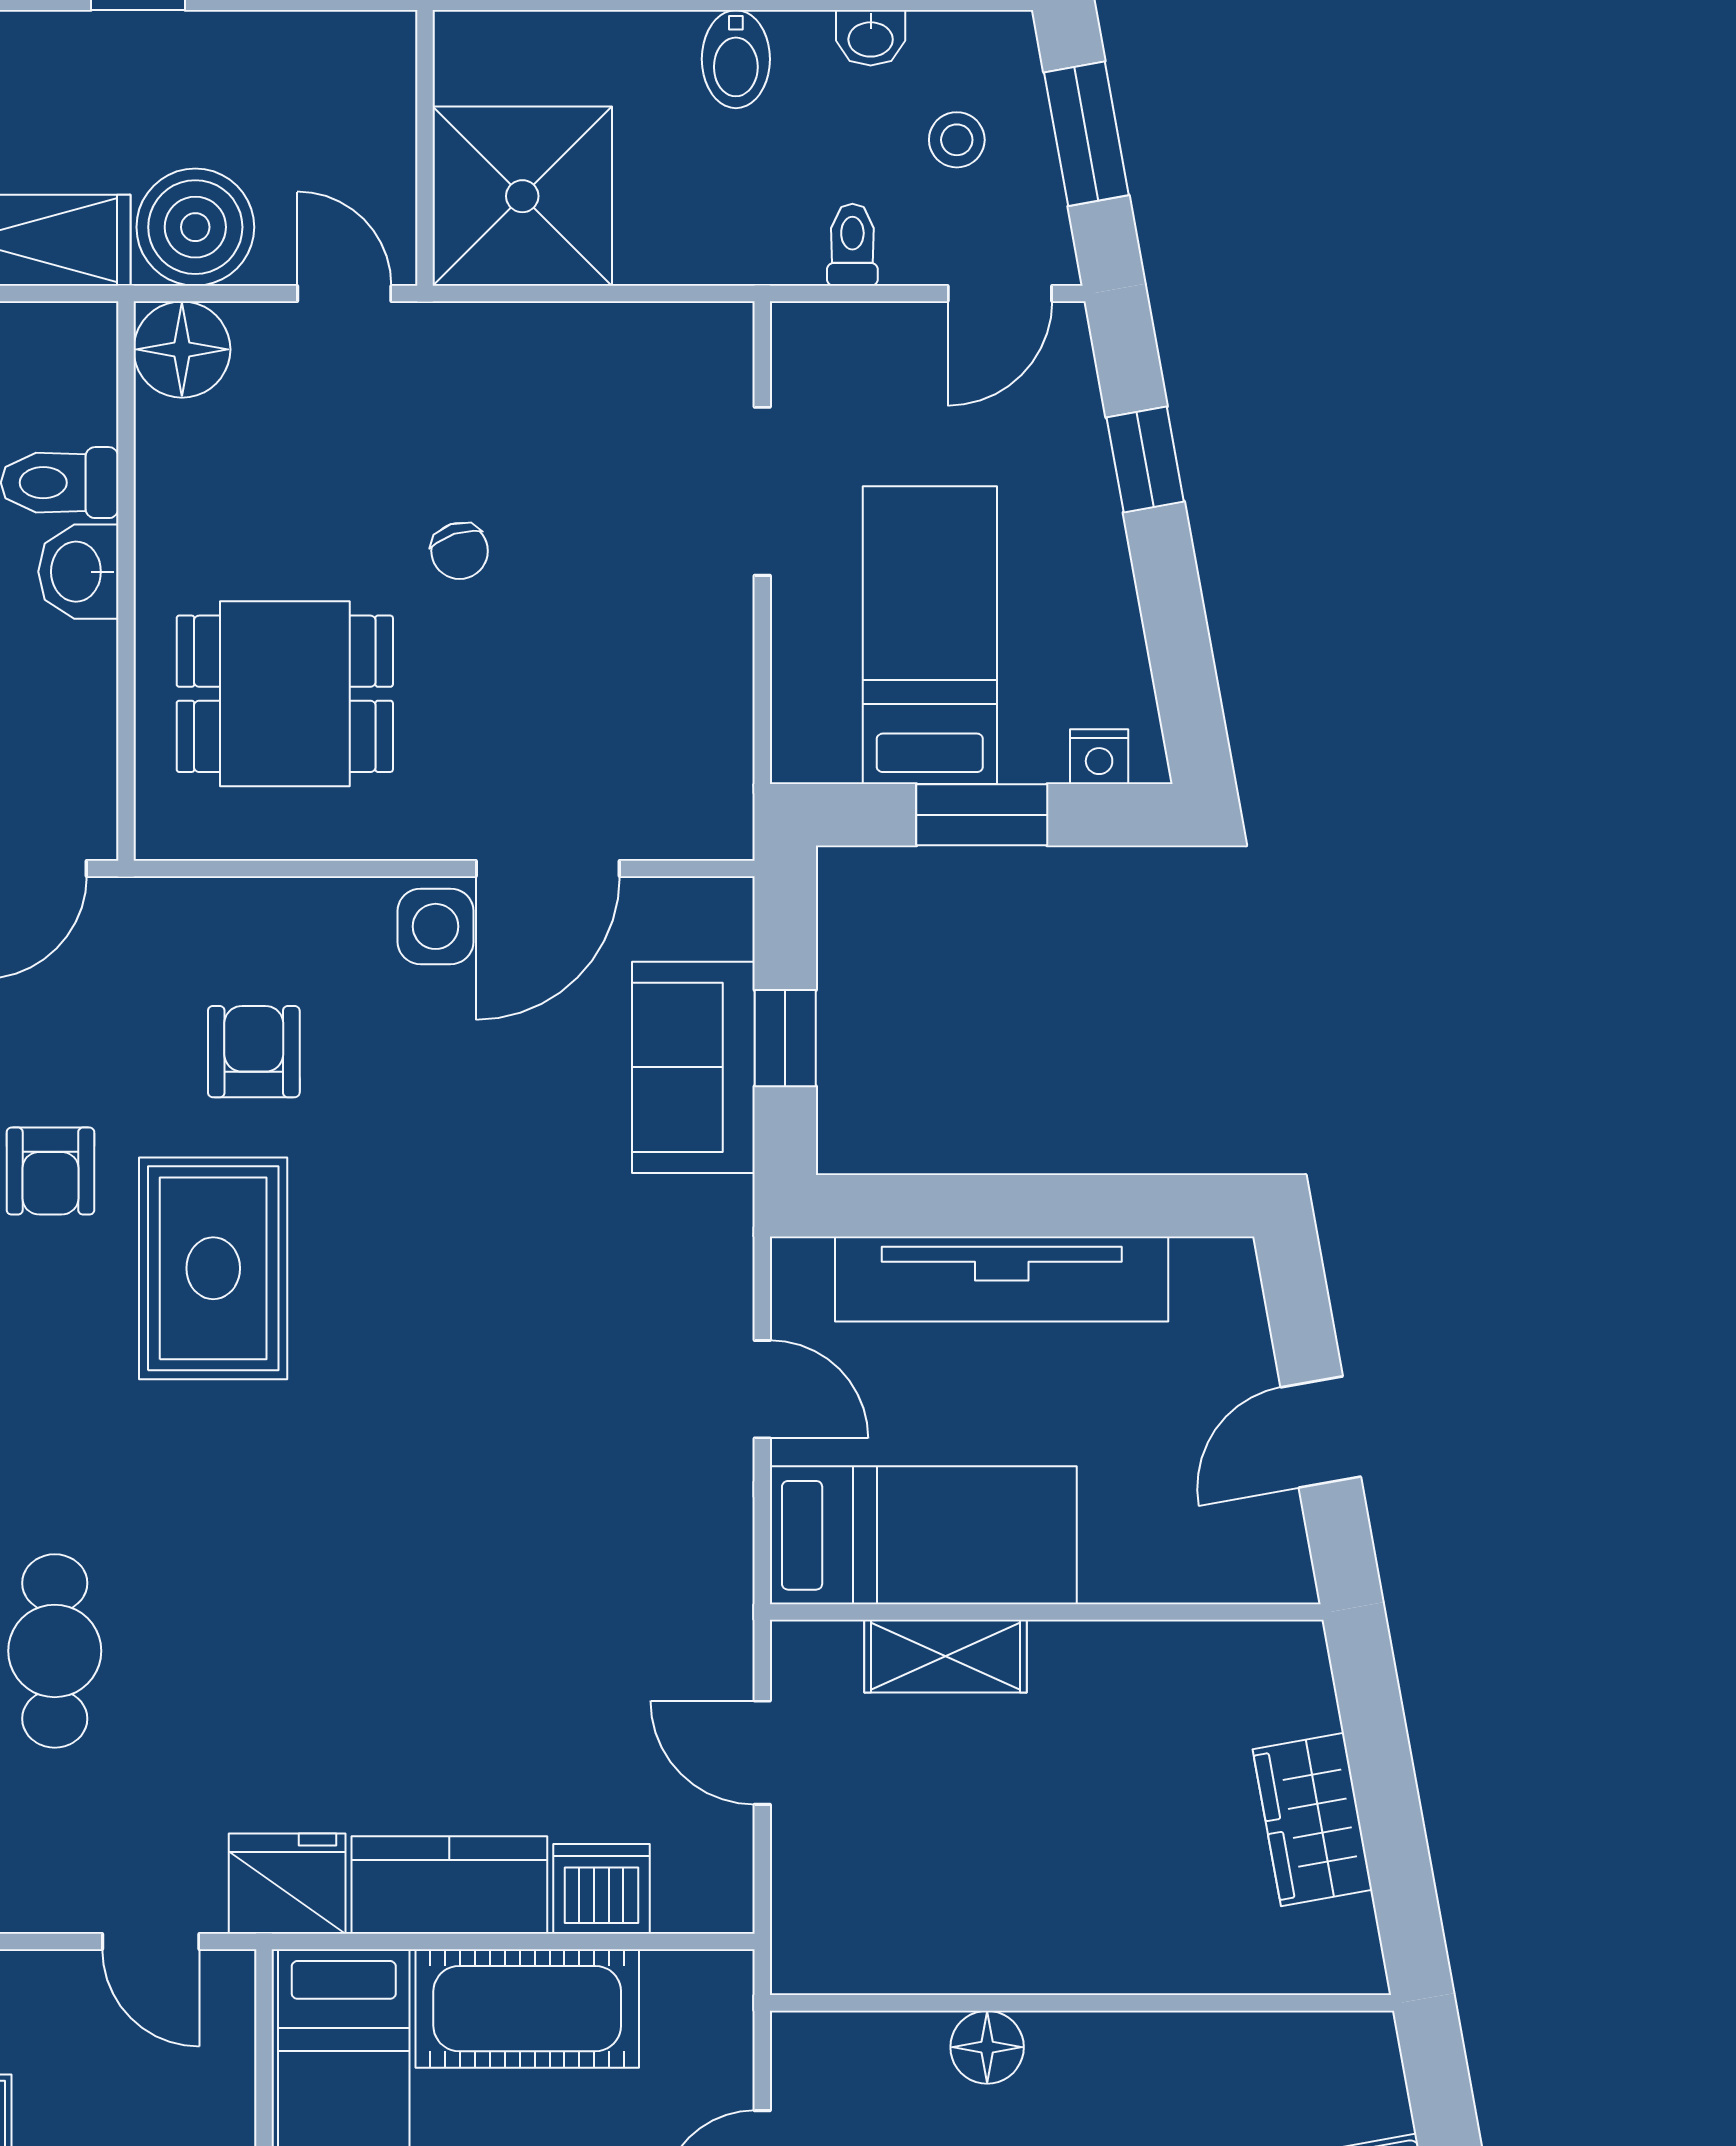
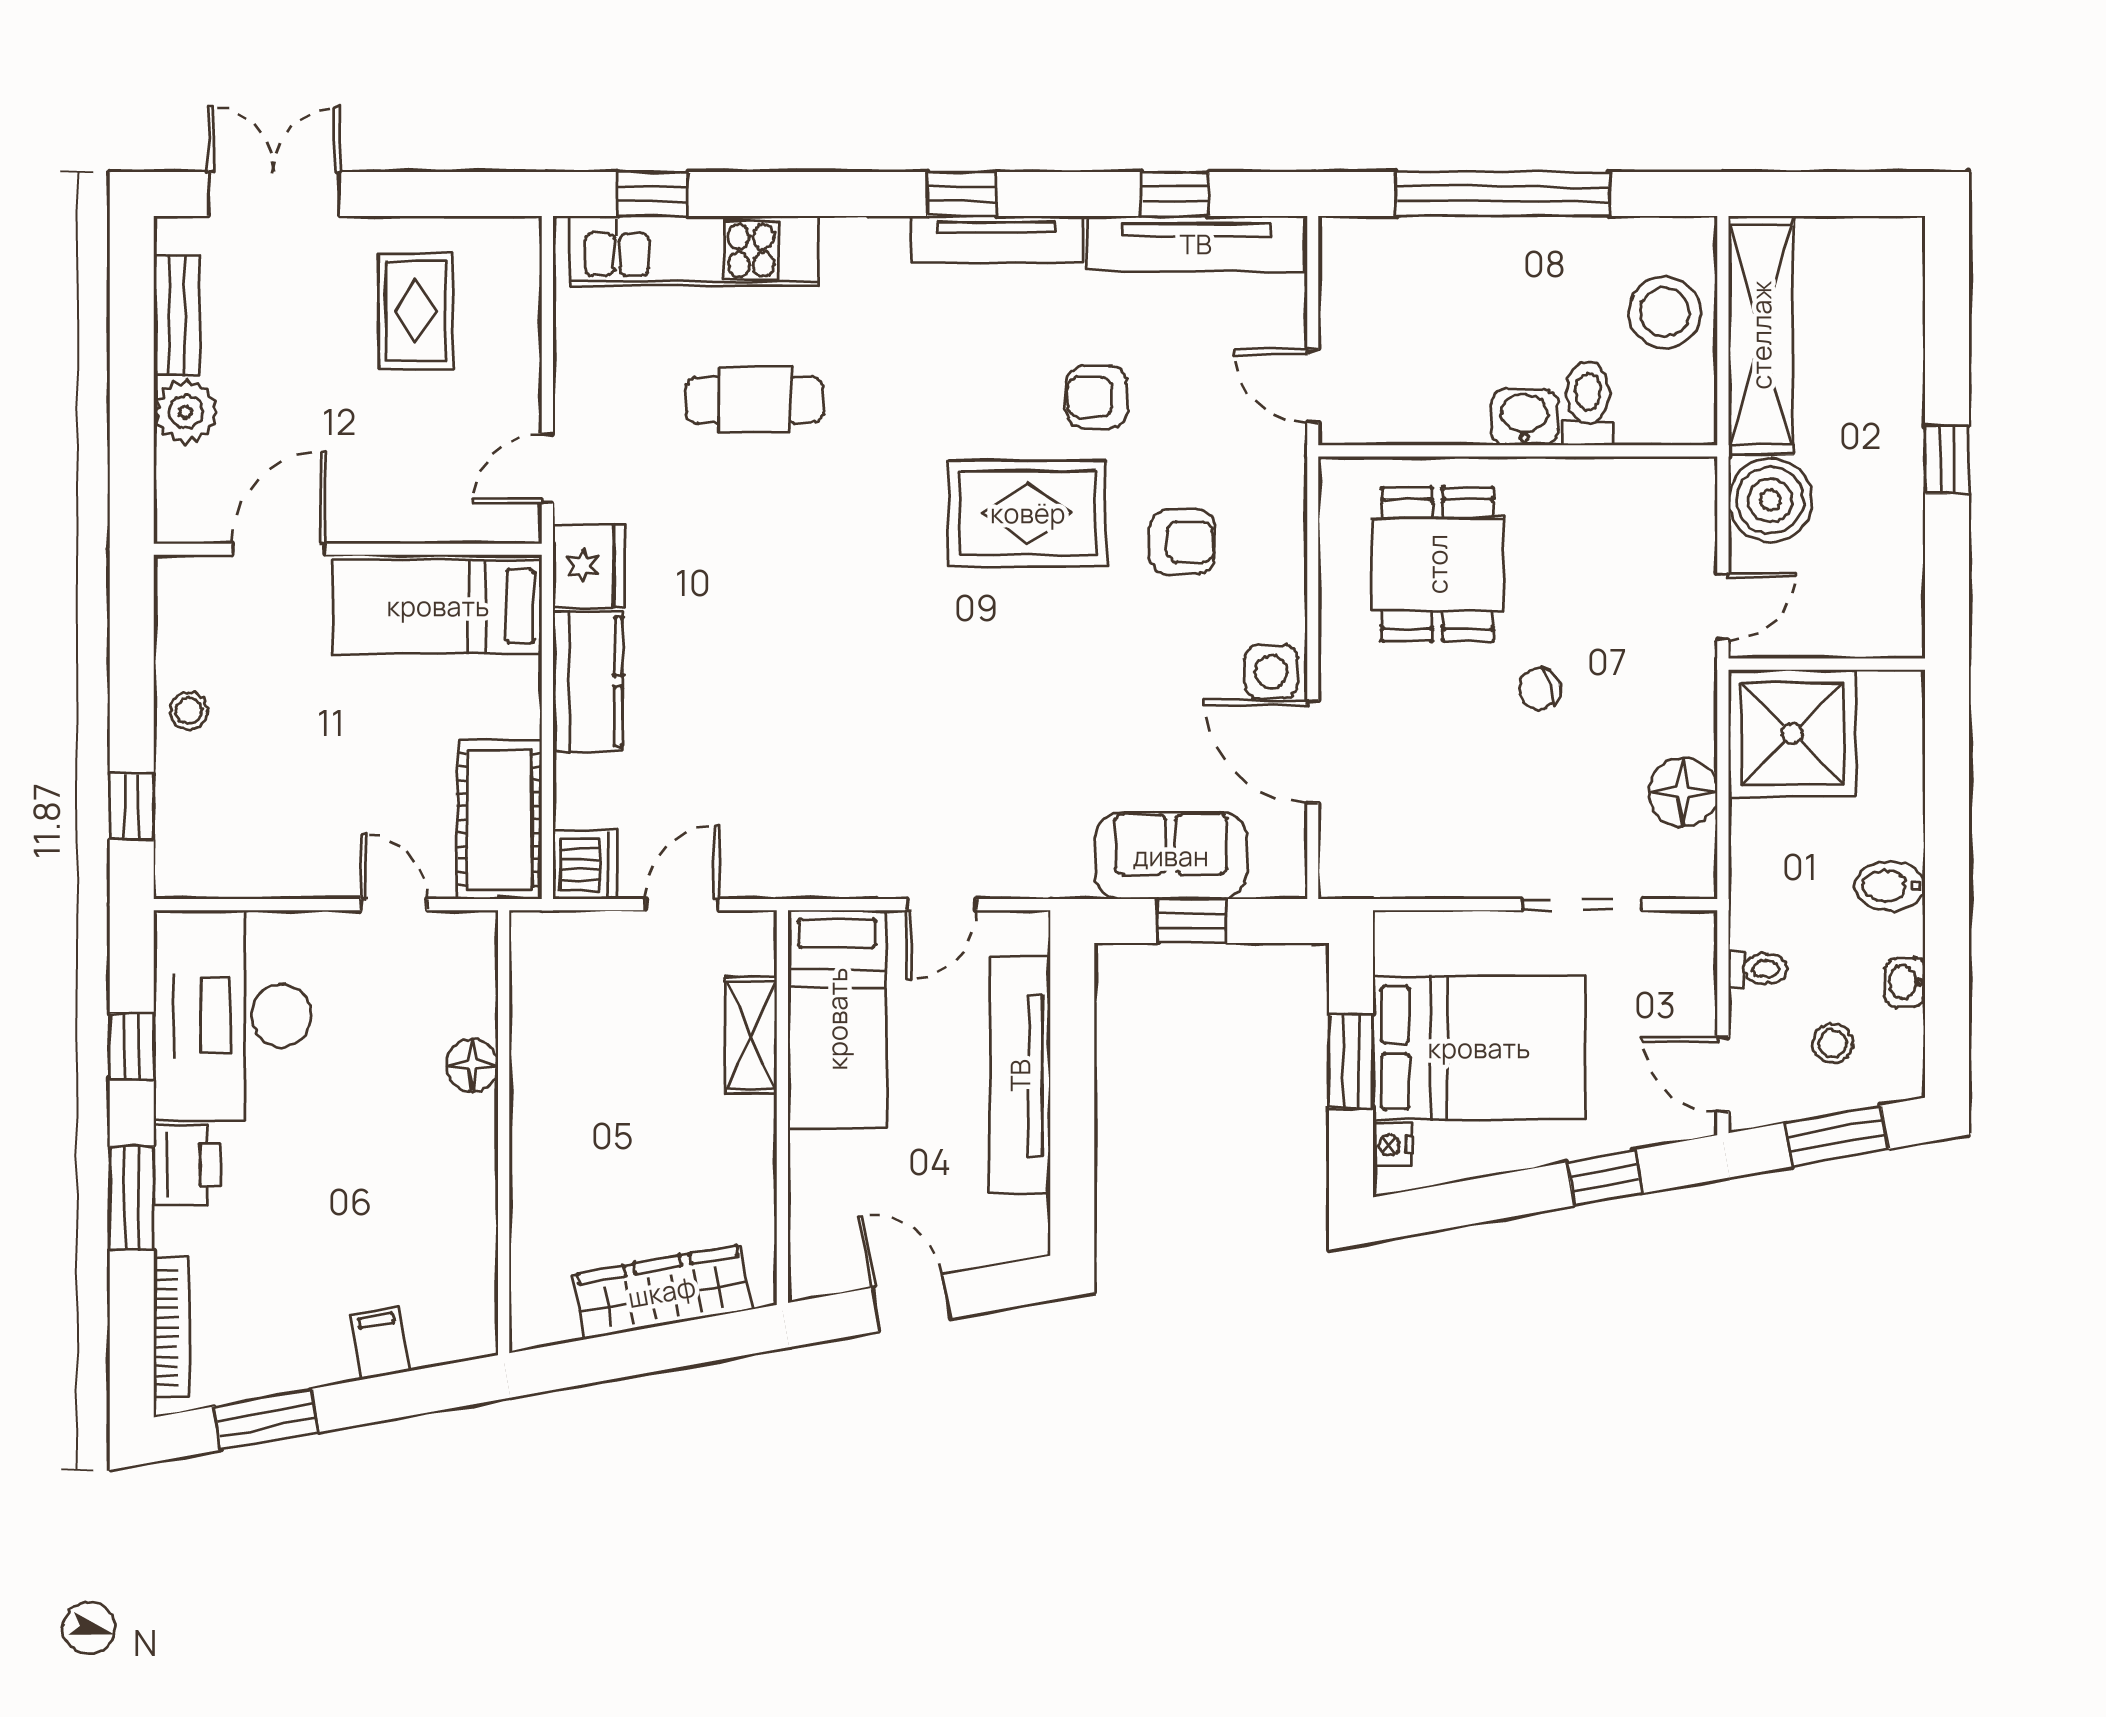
floor lamp: (182, 349) -> (1683, 792), moved
bed: (930, 635) -> (1479, 1048), width x1.50
wardrobe: (1312, 1820) -> (662, 1292), width x1.50
dishwasher: (601, 1889) -> (585, 865), moved
cot: (527, 2009) -> (500, 820), moved

